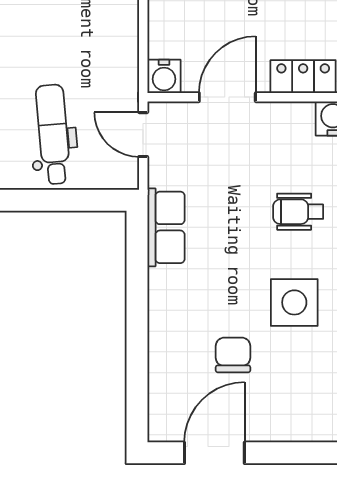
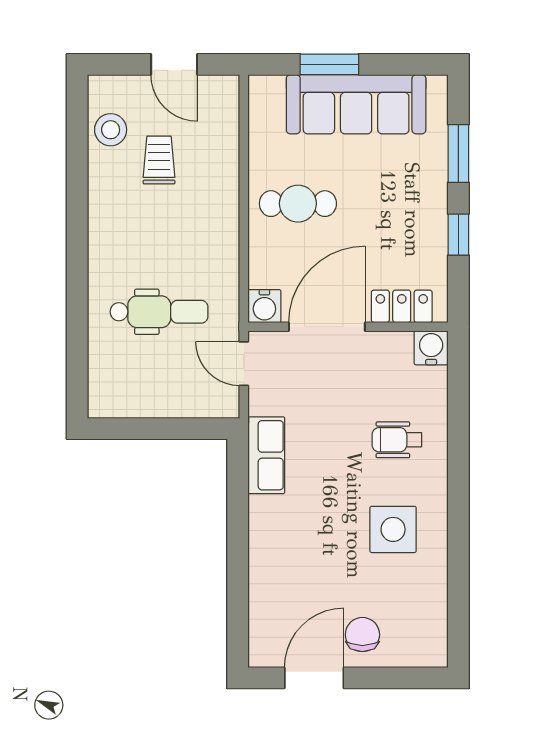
door: (227, 97) -> (327, 327), width x1.36
dental chair: (53, 134) -> (159, 312), moved, turned 95
chair: (233, 355) -> (362, 635), moved

